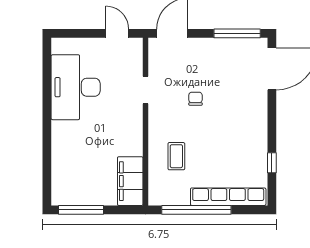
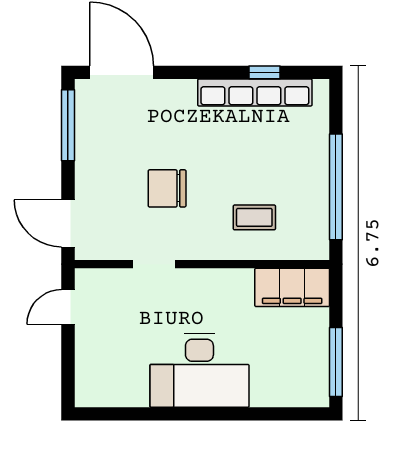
desk: (76, 87) -> (199, 370), moved
chair: (195, 99) -> (167, 188), width x1.87, depth x1.87
row of seats: (228, 197) -> (255, 93), moved, turned -90

